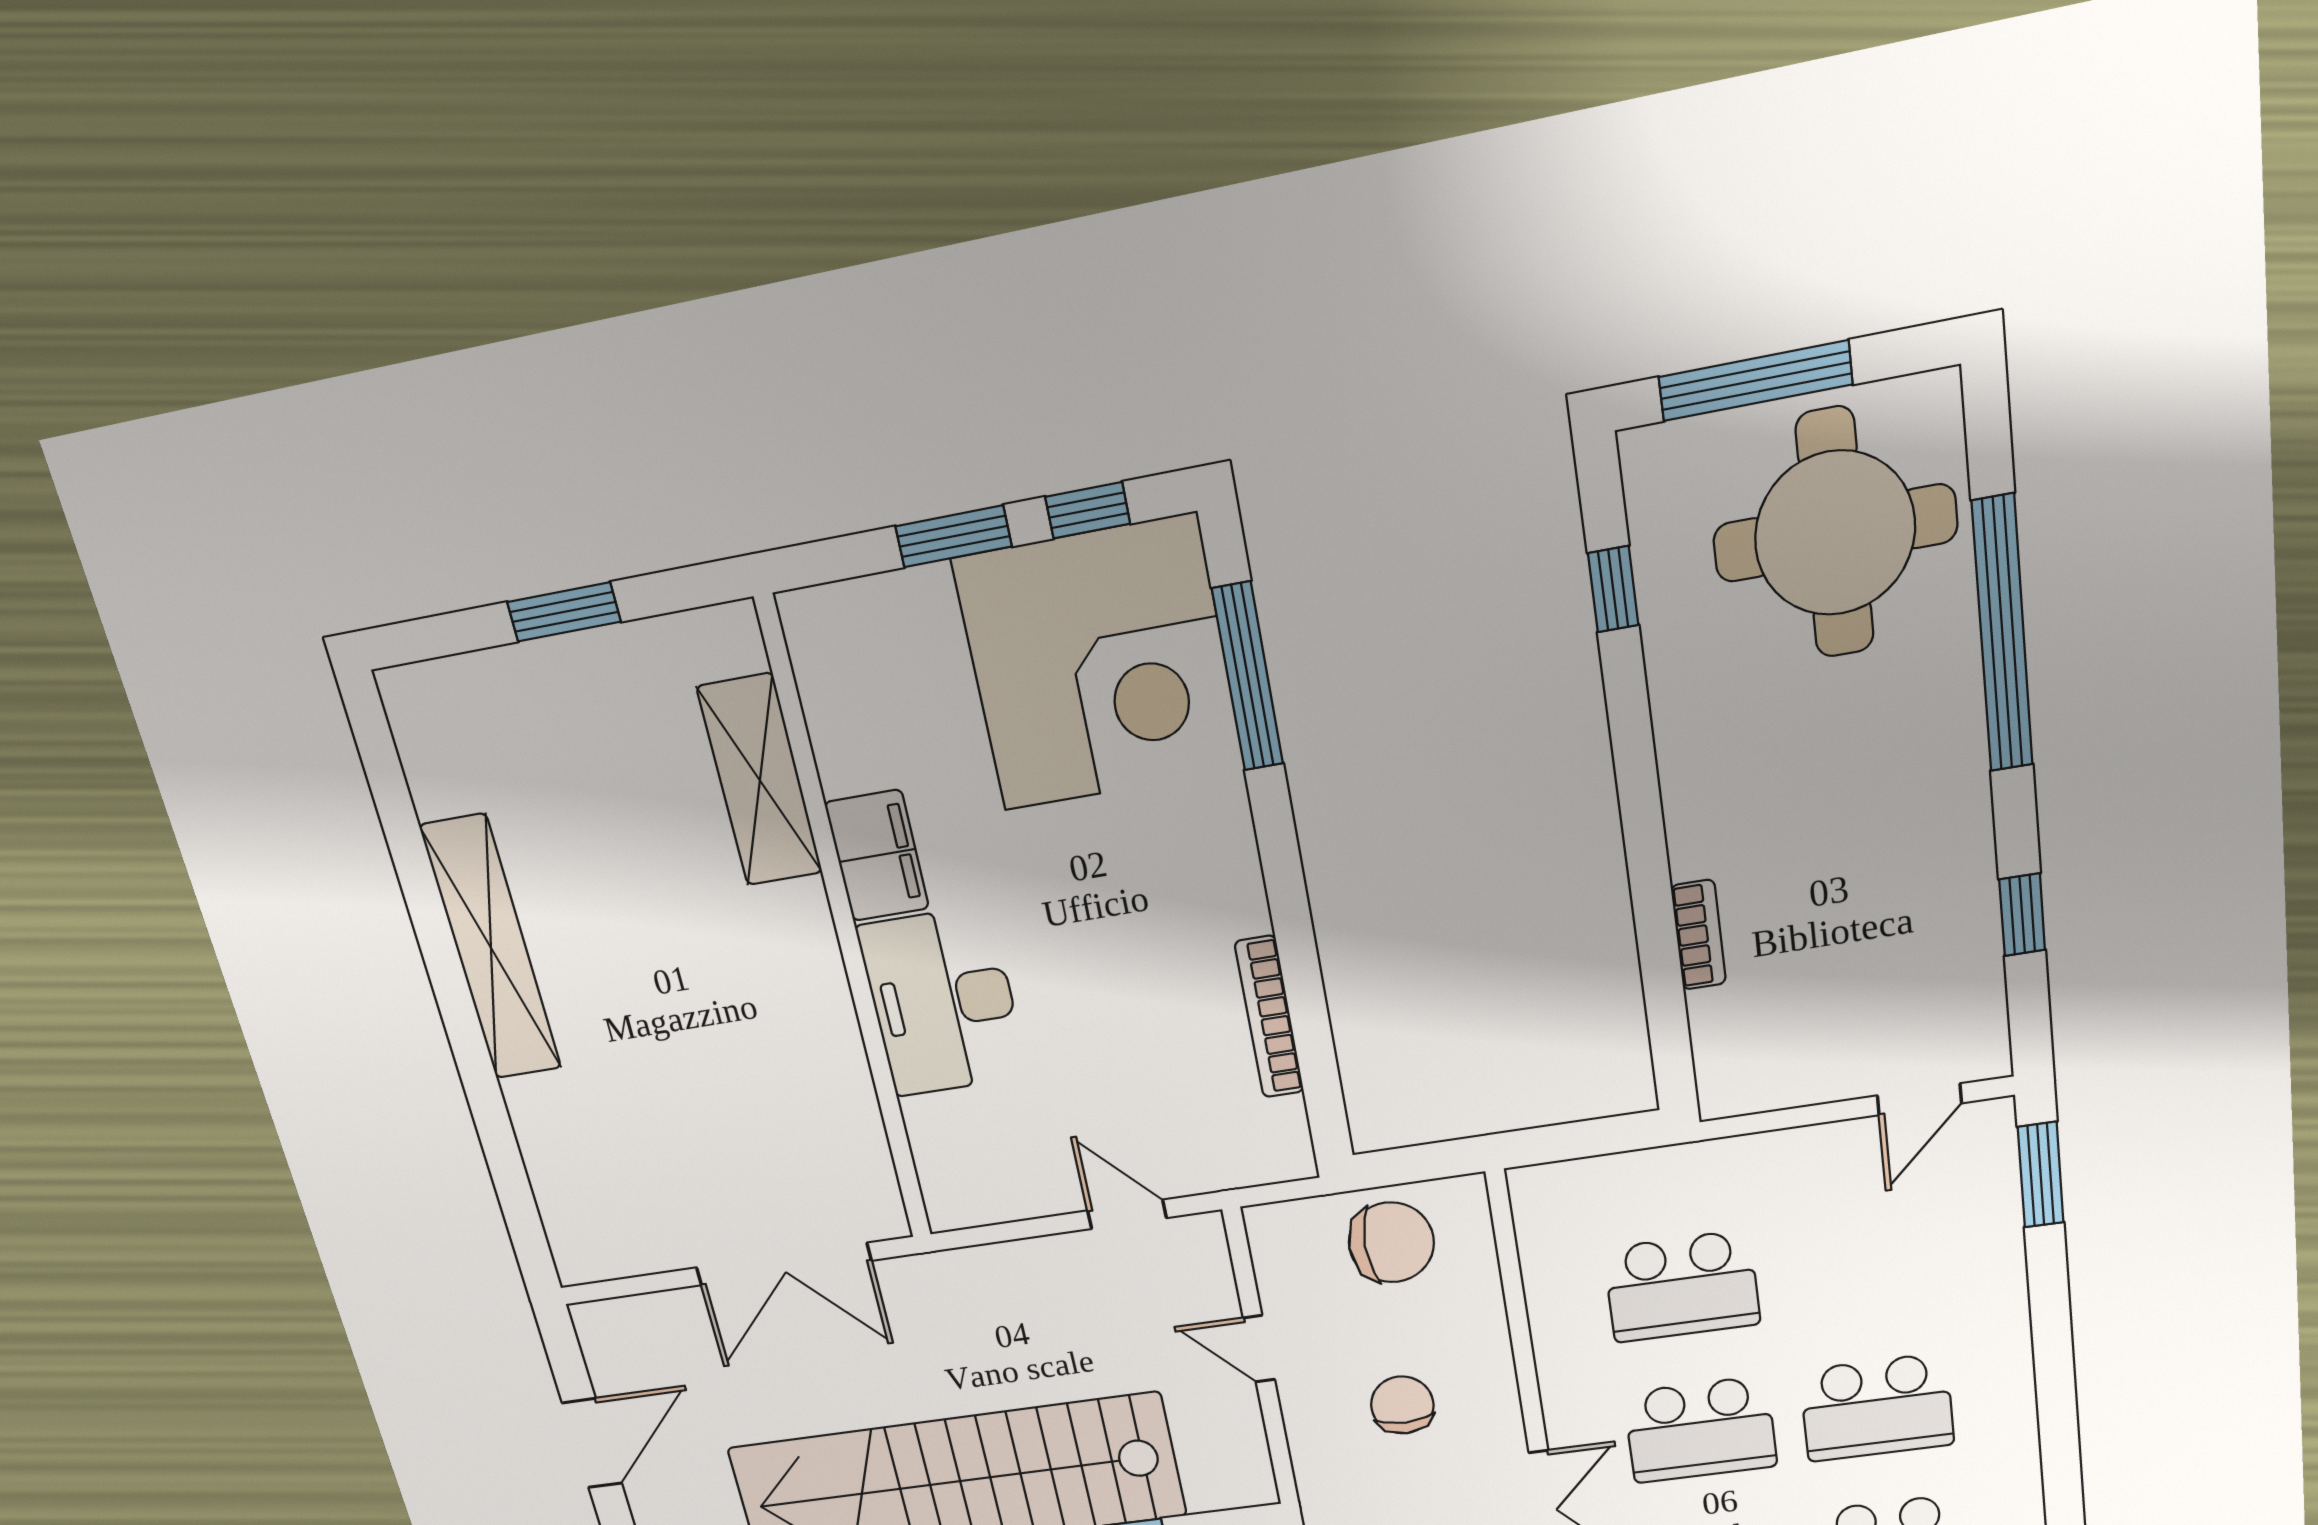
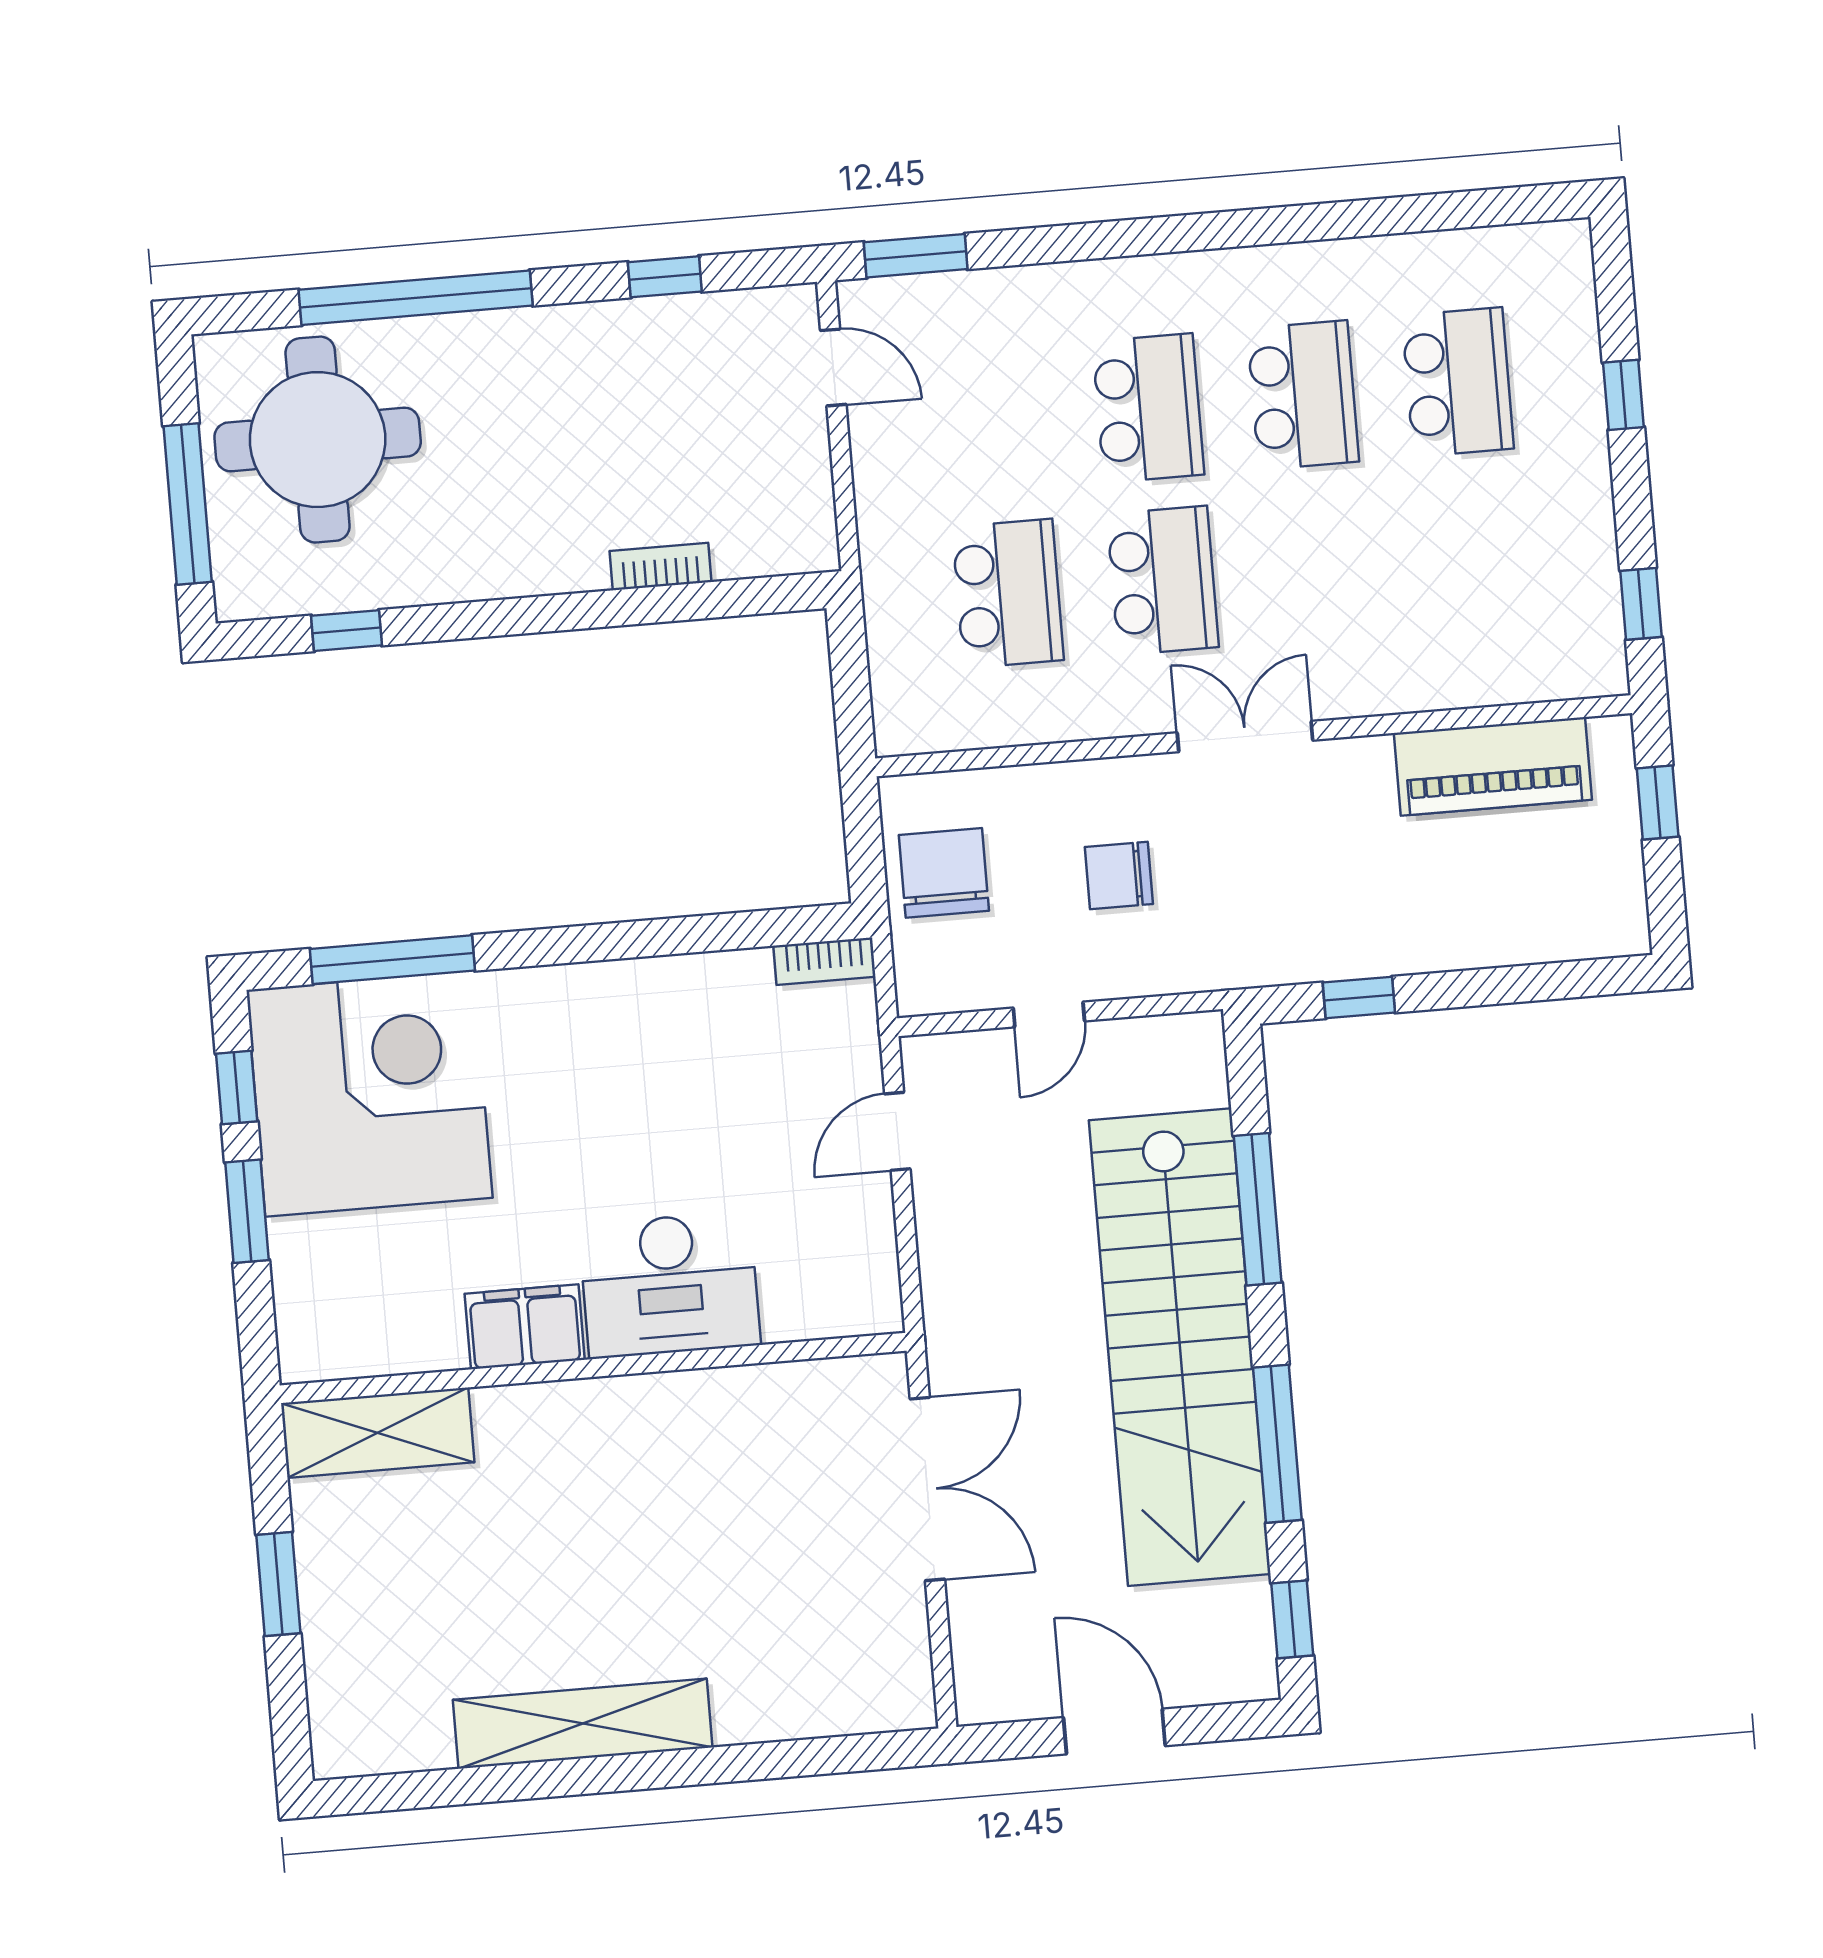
shelving: (760, 780) -> (378, 1433), moved
bookcase: (1269, 1017) -> (824, 961), moved, width x0.64

